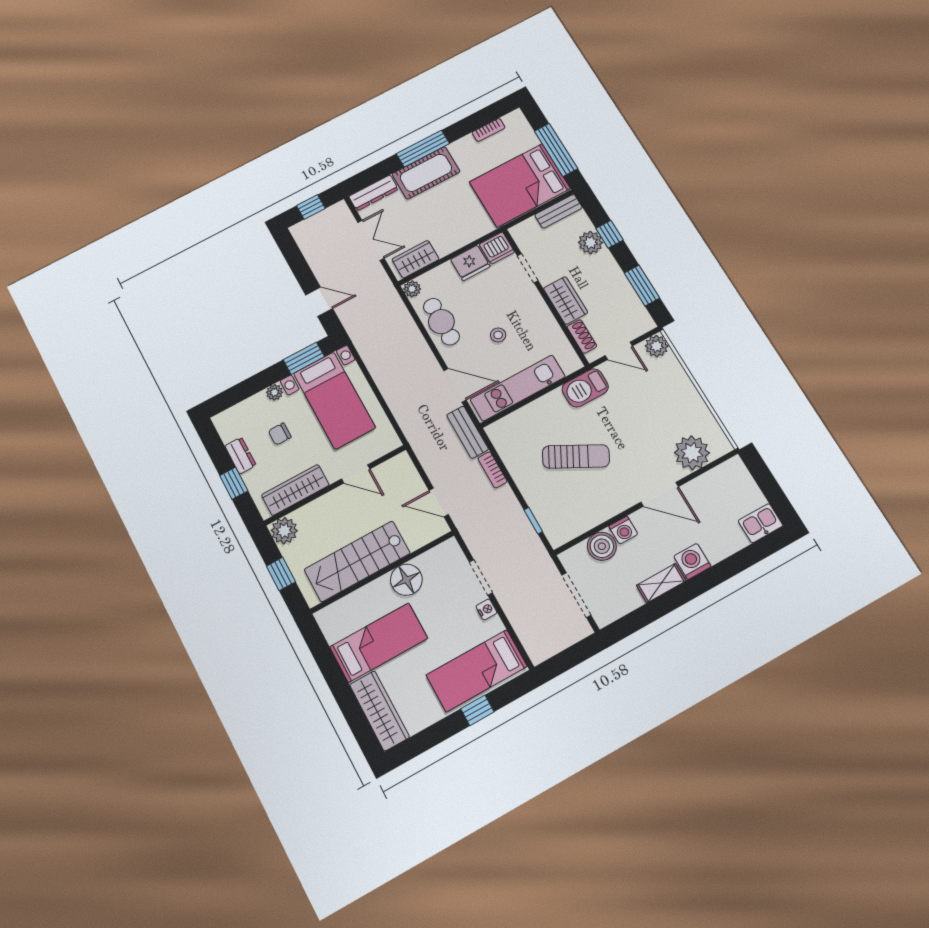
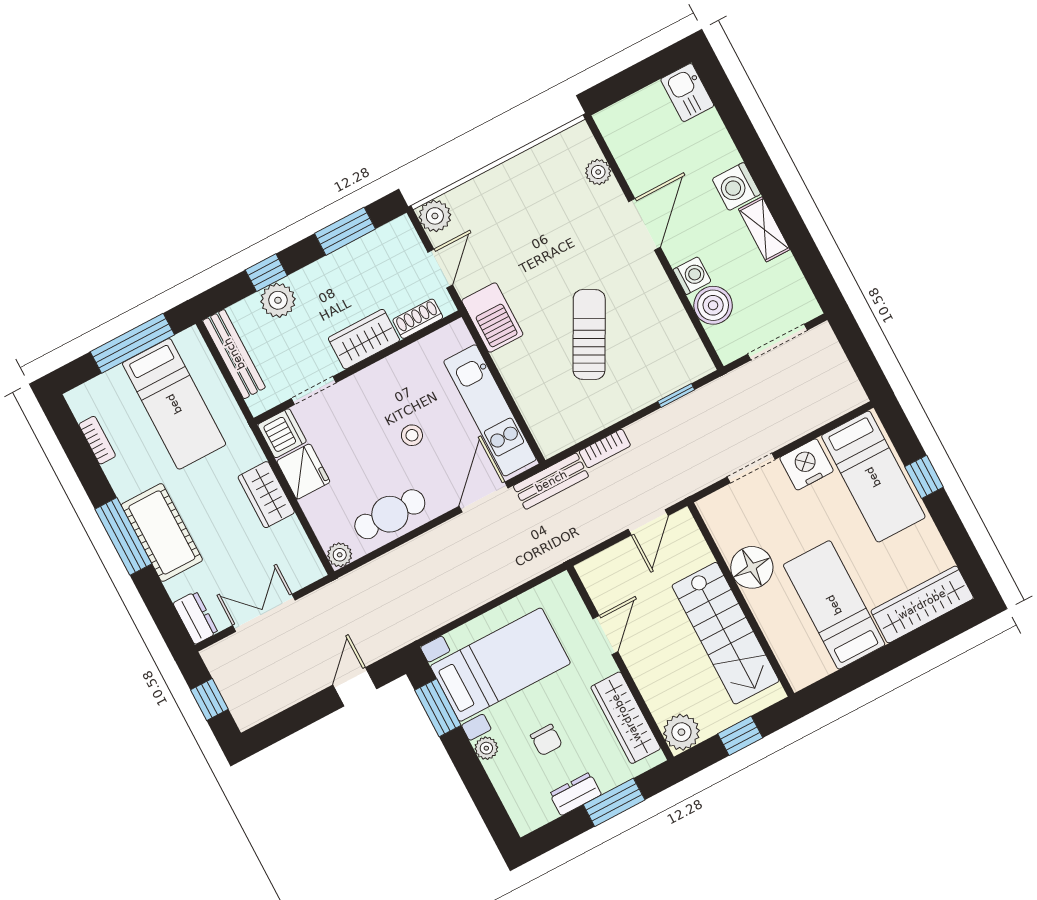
bed: (520, 185) -> (174, 404), width x0.67
dresser: (374, 193) -> (196, 618), width x0.70
bench: (559, 211) -> (234, 354), width x1.36
wardrobe: (415, 259) -> (266, 495), moved
plant: (692, 453) -> (598, 172), width x0.53, depth x0.53
window: (234, 483) -> (614, 802), width x1.50
nightstand: (486, 609) -> (807, 464), width x1.89, depth x1.79

